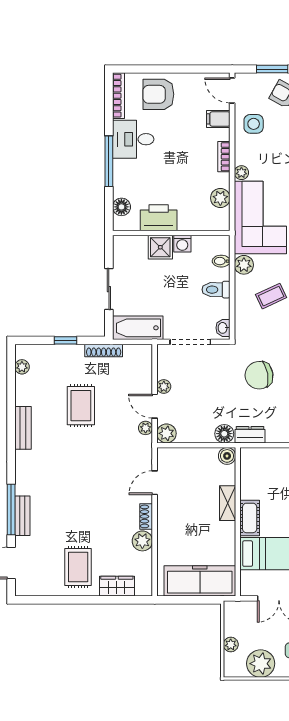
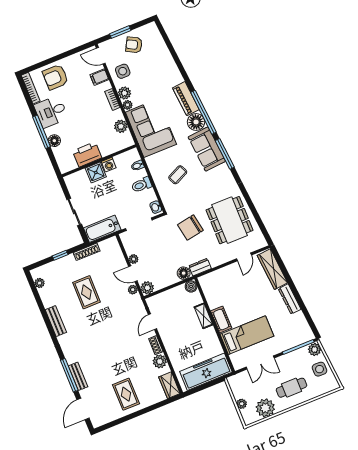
floor lamp: (121, 207) -> (54, 141), moved
plant: (244, 265) -> (124, 93), moved
wardrobe: (117, 586) -> (169, 385), moved, turned -90

